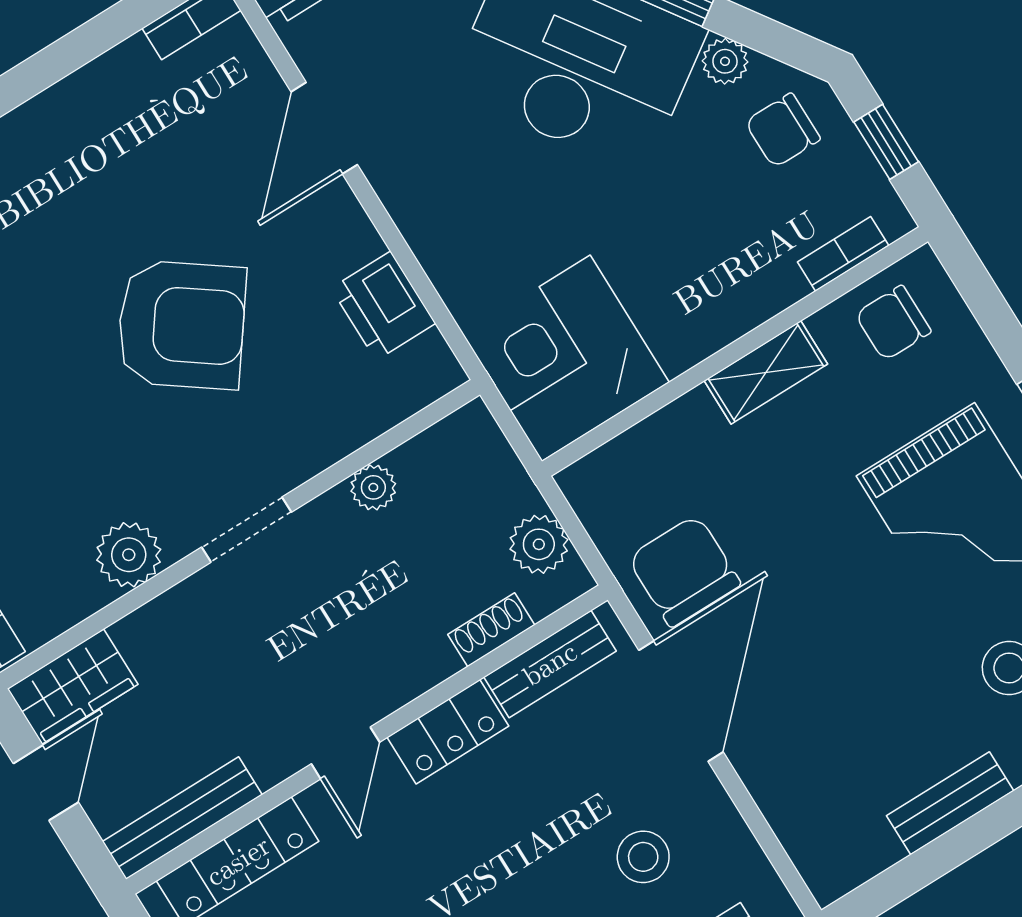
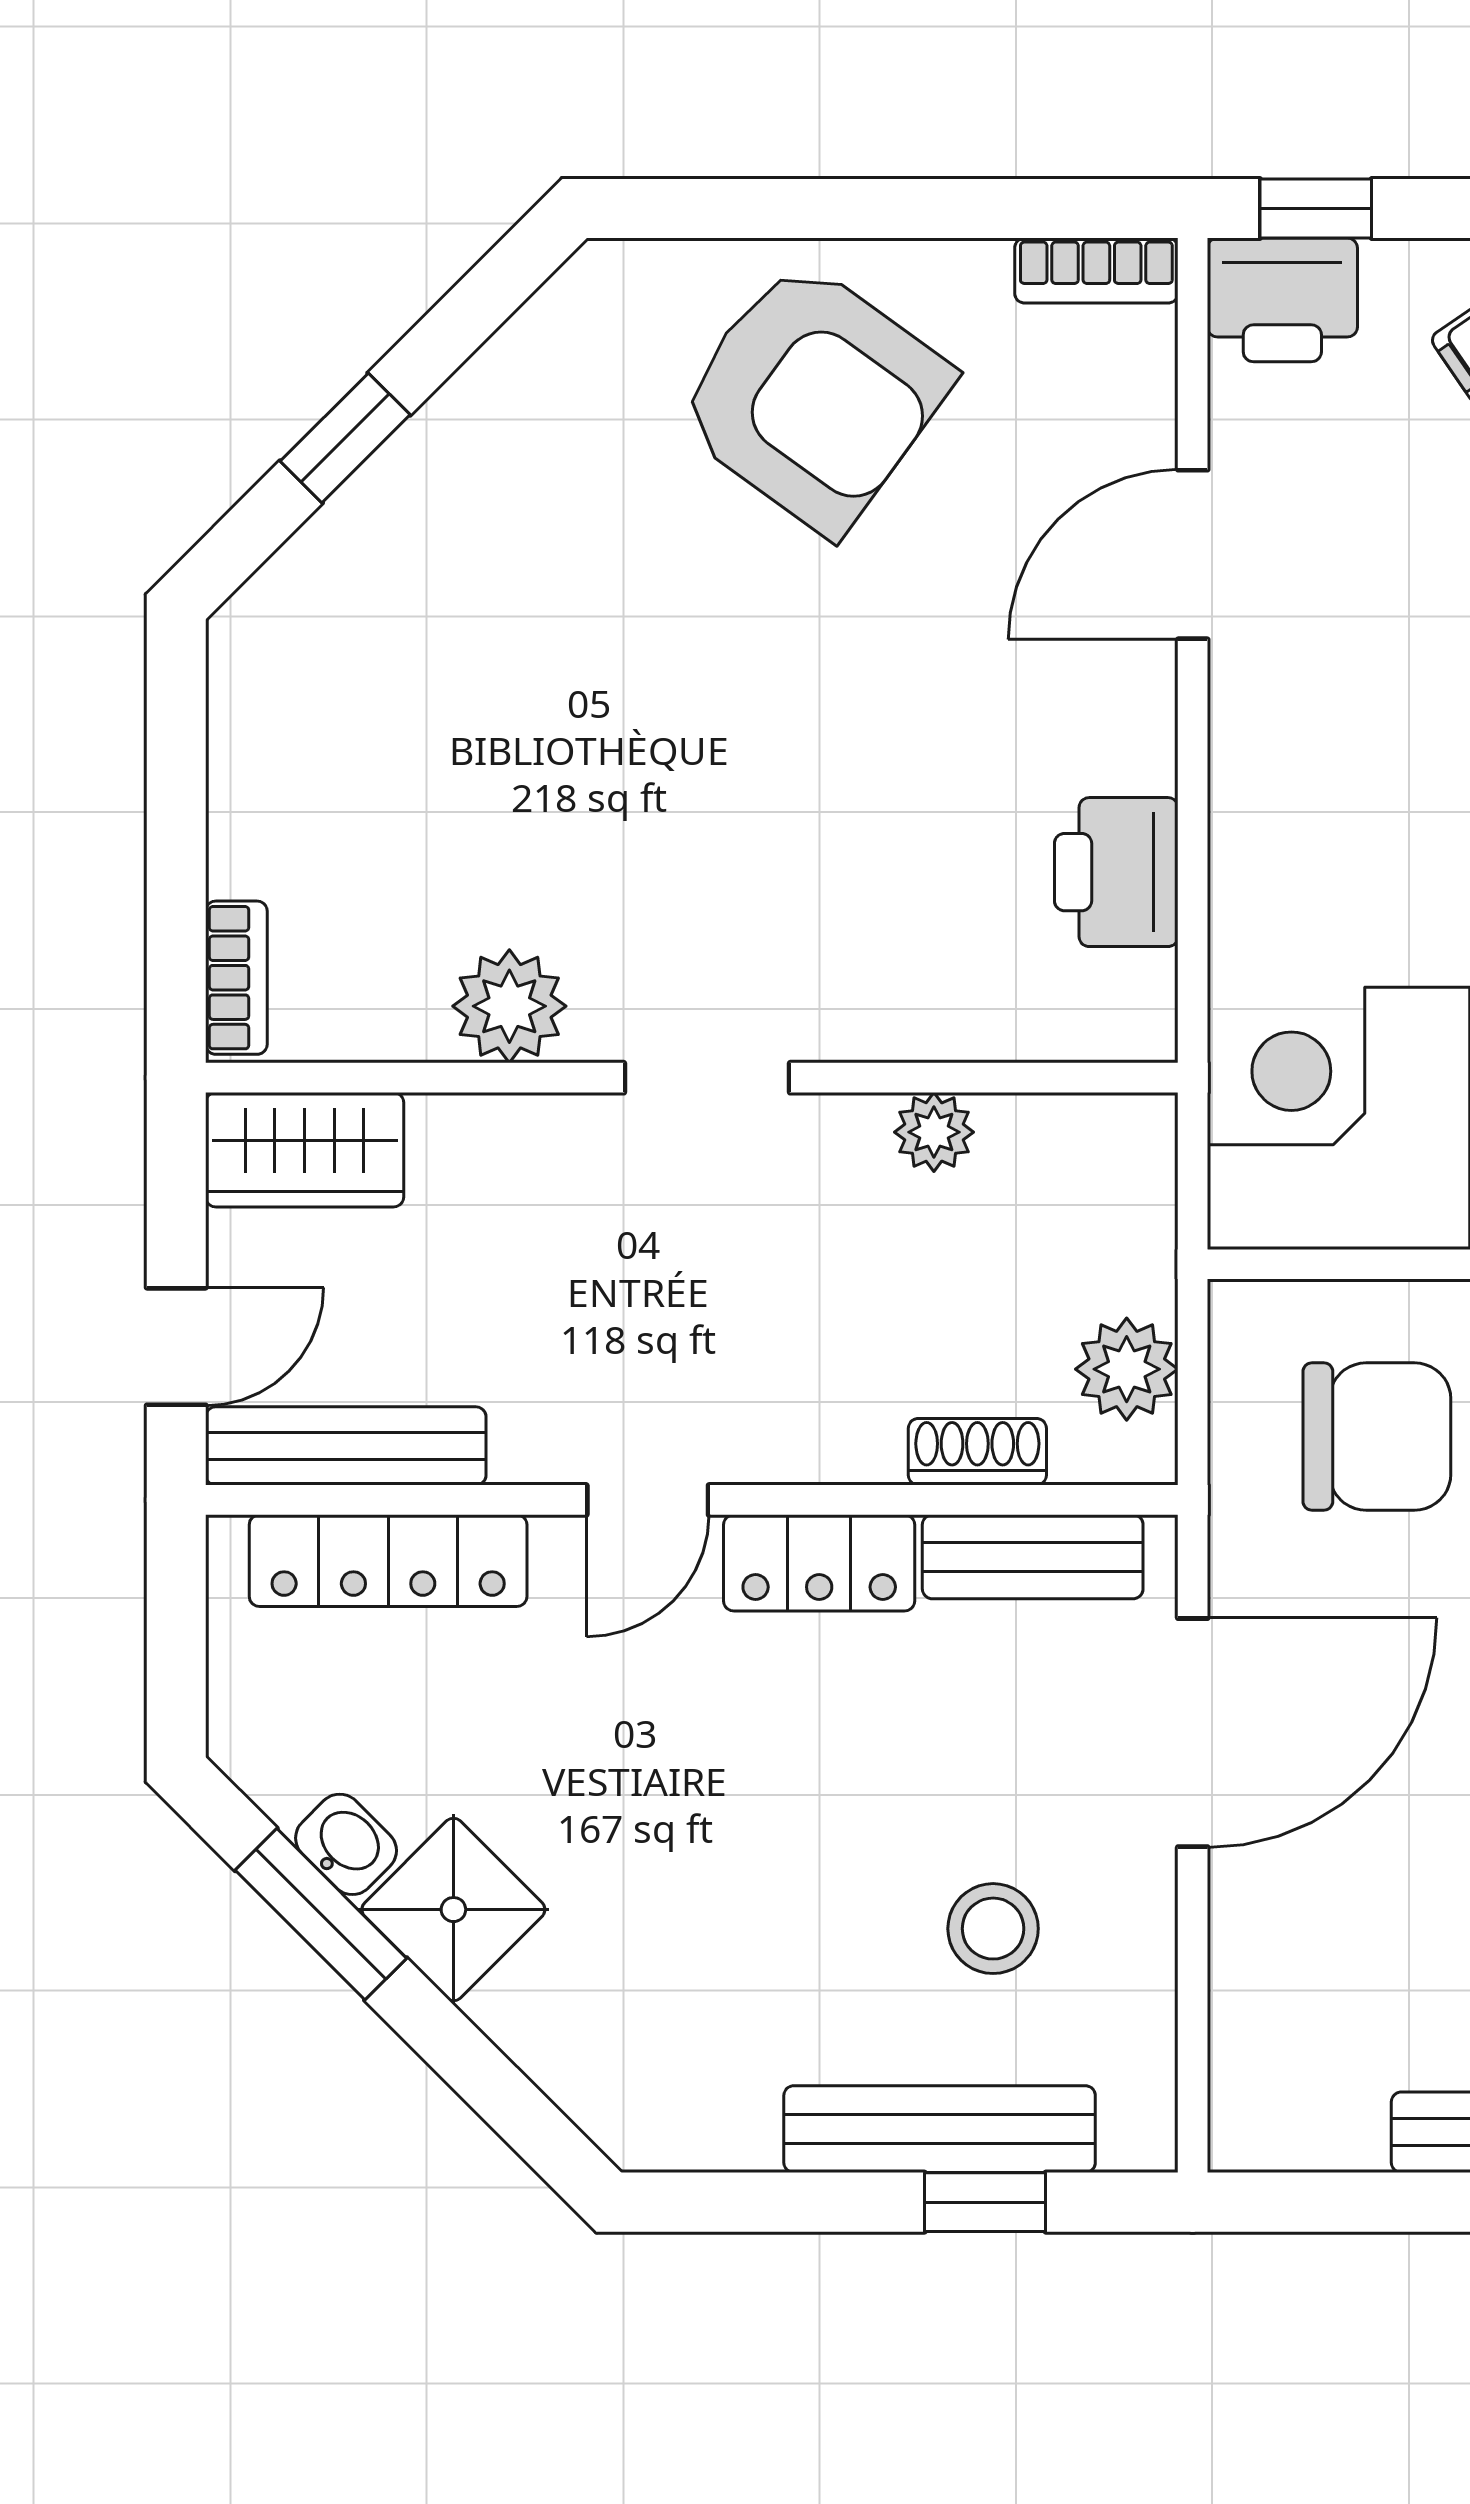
armchair: (181, 325) -> (813, 396), moved
chair: (684, 571) -> (1377, 1437), moved, turned 90
door: (46, 783) -> (176, 1347), moved

